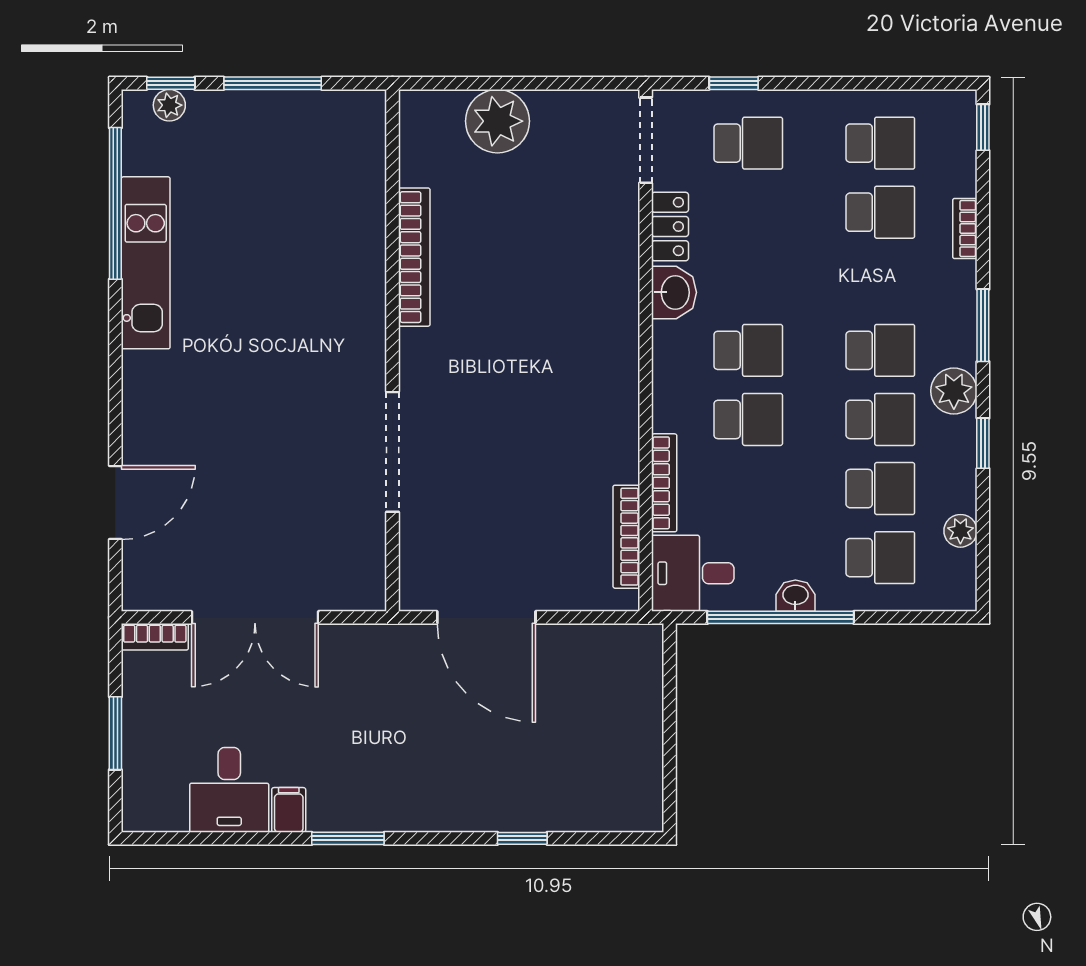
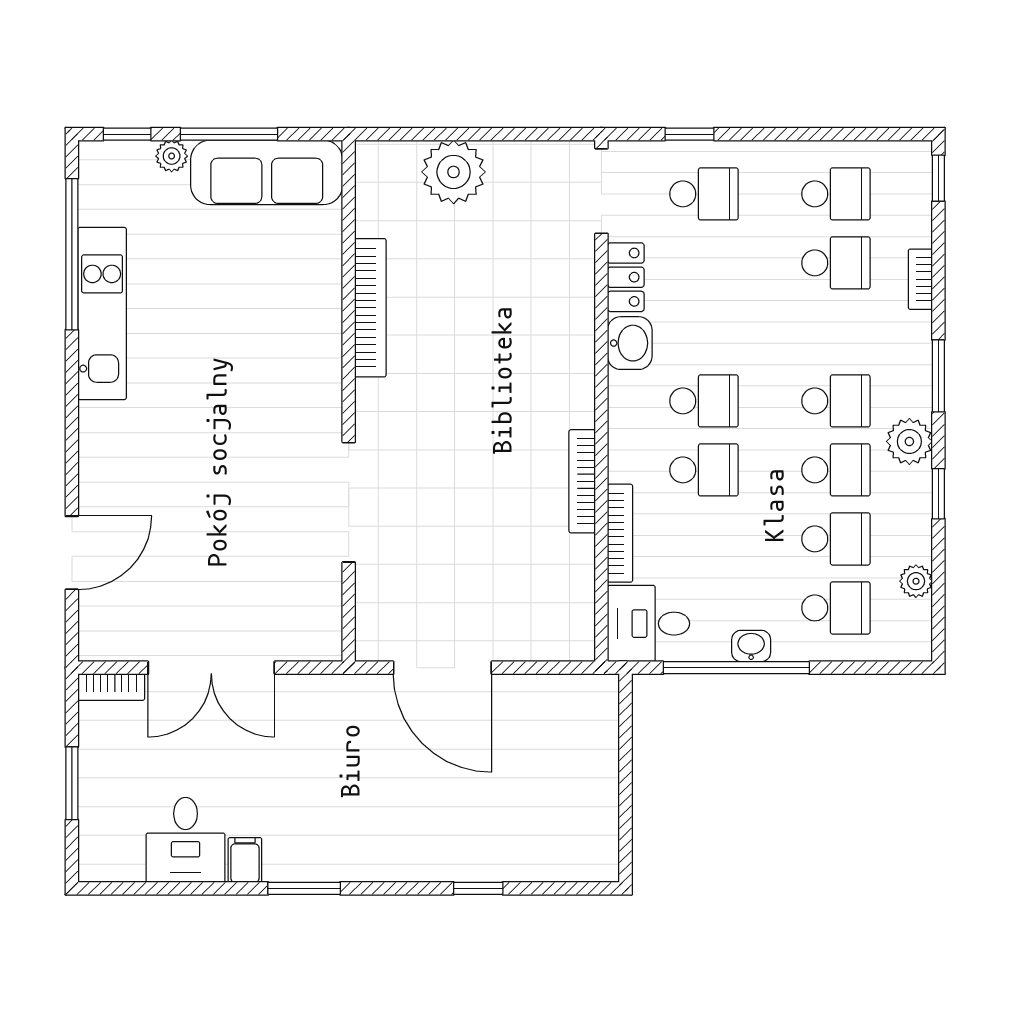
plant: (169, 105) -> (172, 156), moved
sofa: (310, 122) -> (267, 172), added
bookcase: (626, 537) -> (582, 481), moved

